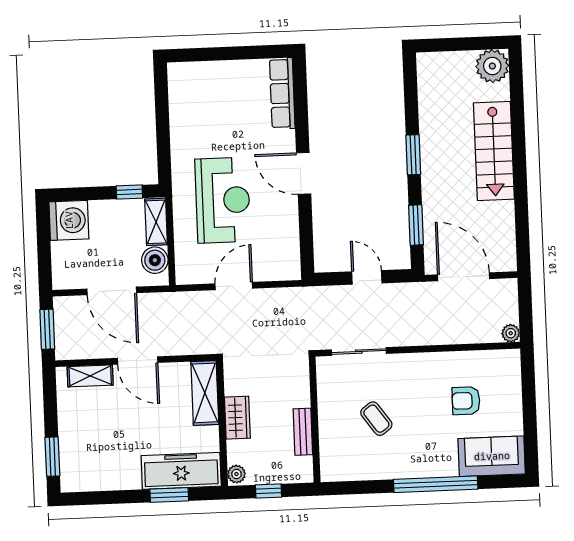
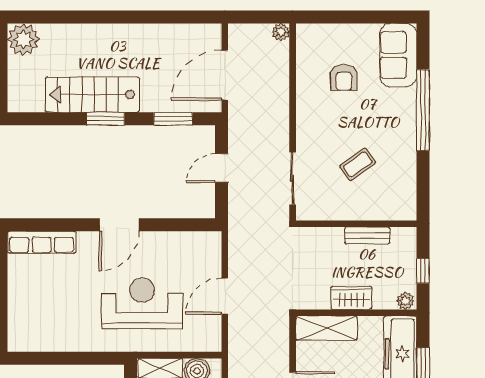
stairs: (494, 151) -> (92, 95), moved, turned 180
door: (234, 286) -> (225, 296), hinge flipped

